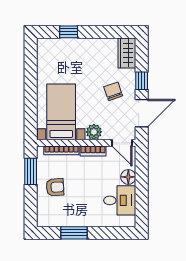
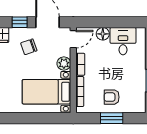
window: (31, 171) -> (112, 118), moved
armchair: (55, 187) -> (112, 97), turned -86

